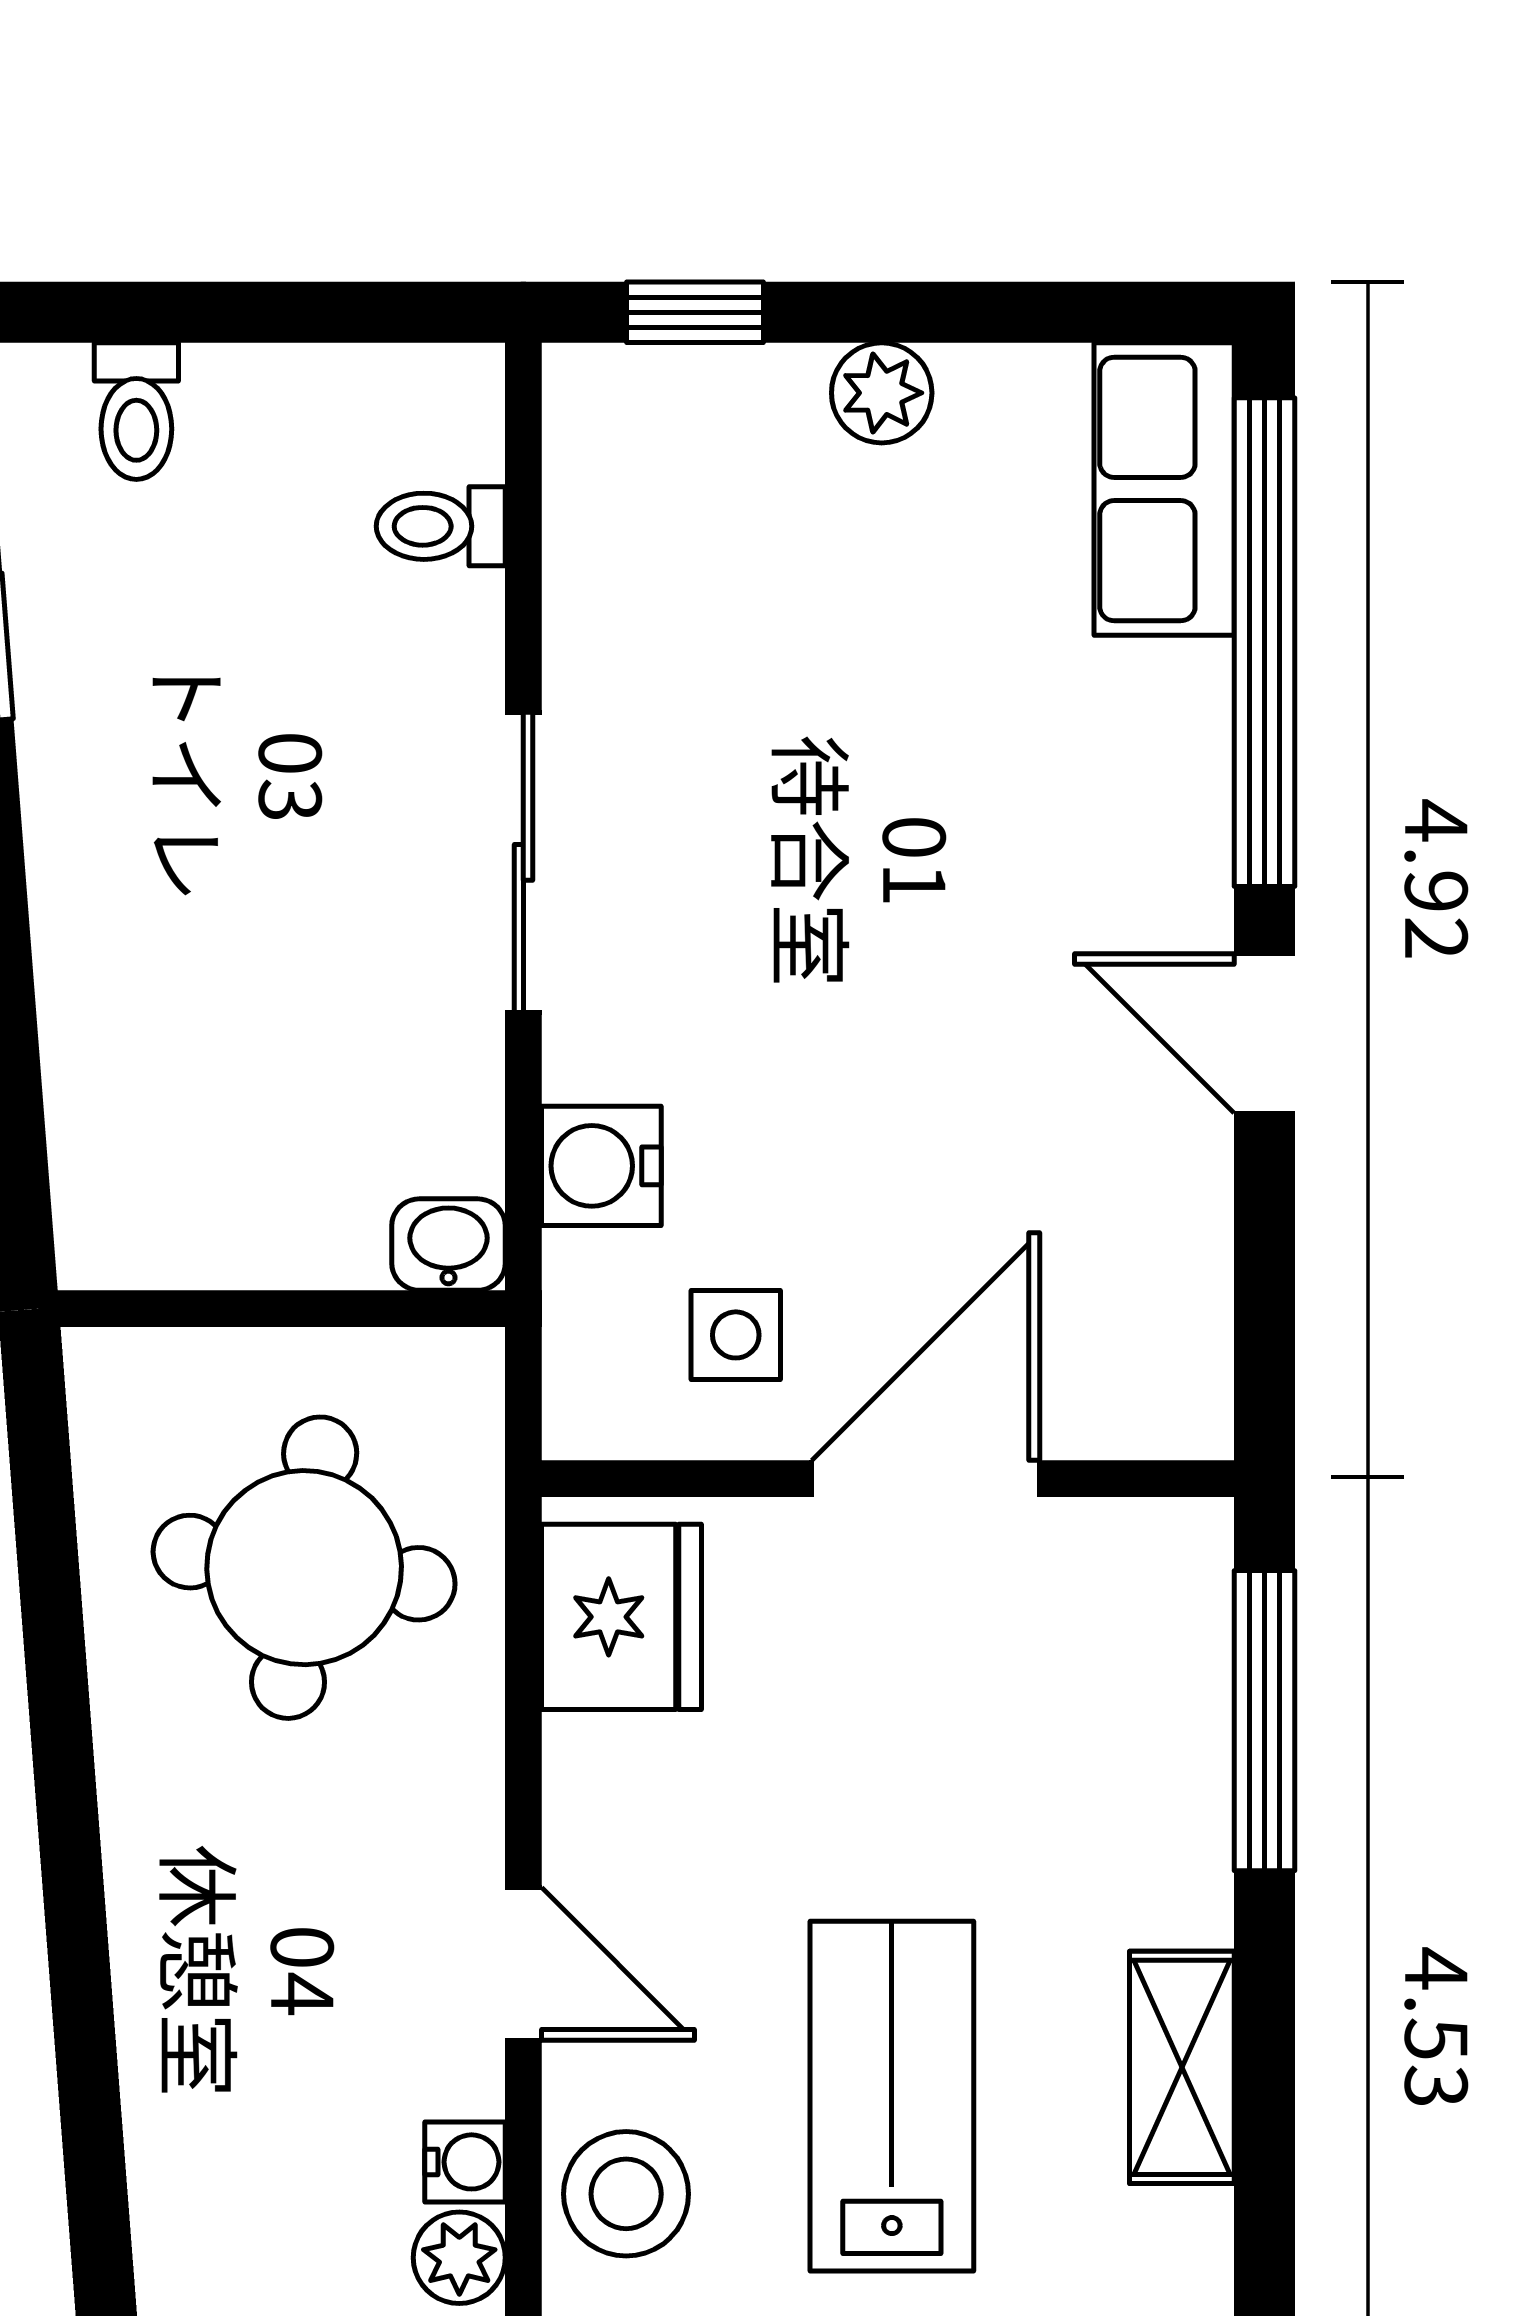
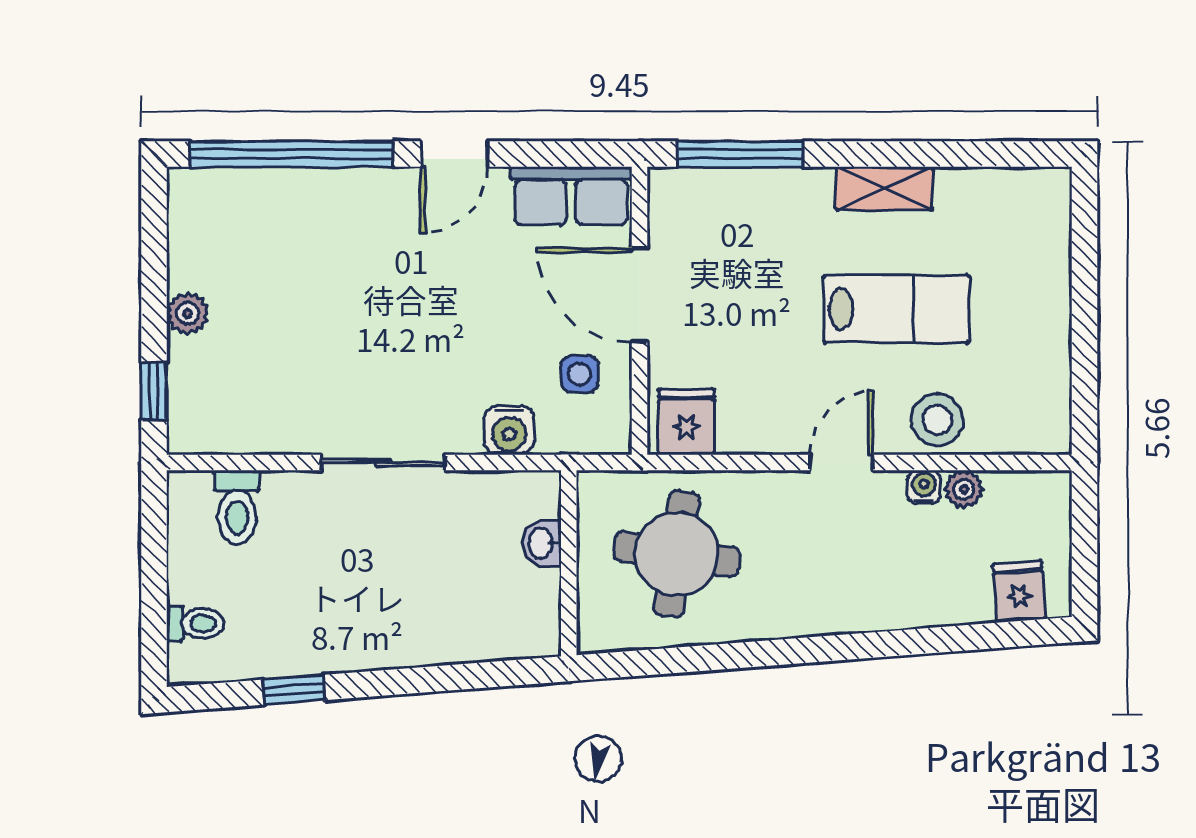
row of seats: (1164, 489) -> (571, 196), moved
toilet: (441, 526) -> (237, 507), width x1.37, depth x1.39
washbasin: (448, 1245) -> (542, 543), moved
fridge: (621, 1617) -> (686, 422), width x0.72
lab bench: (892, 2096) -> (896, 309), turned 180

